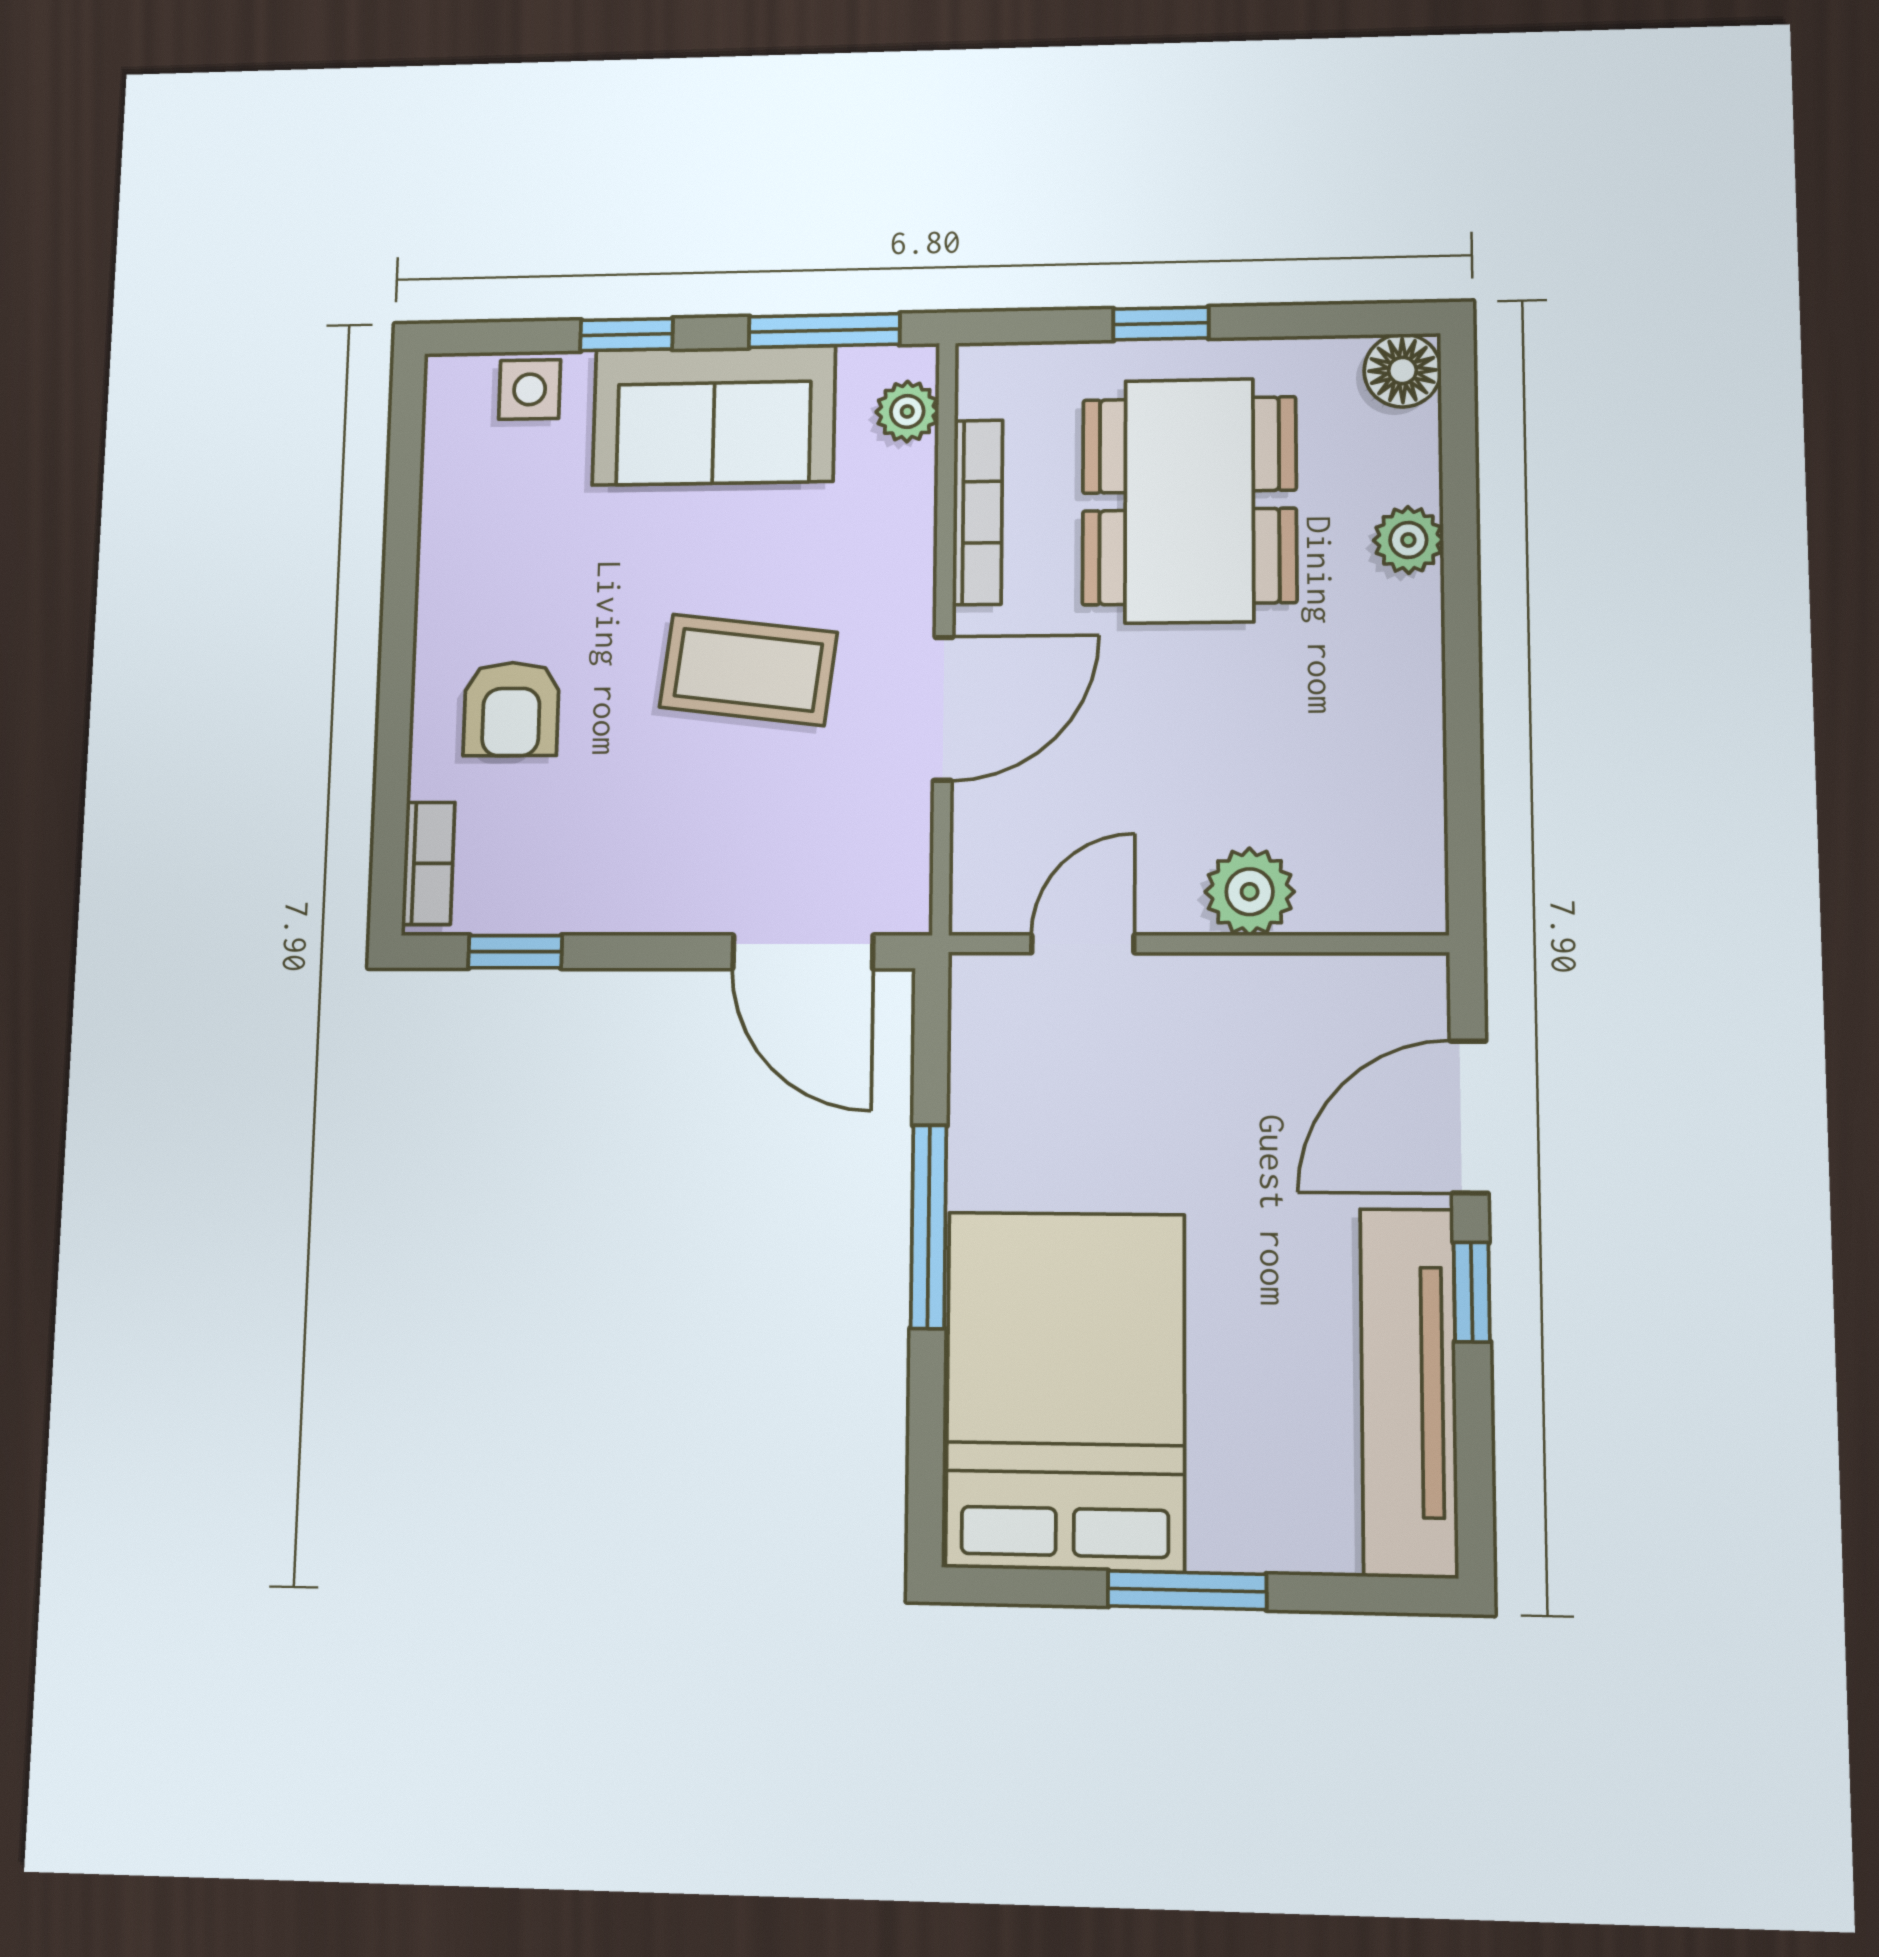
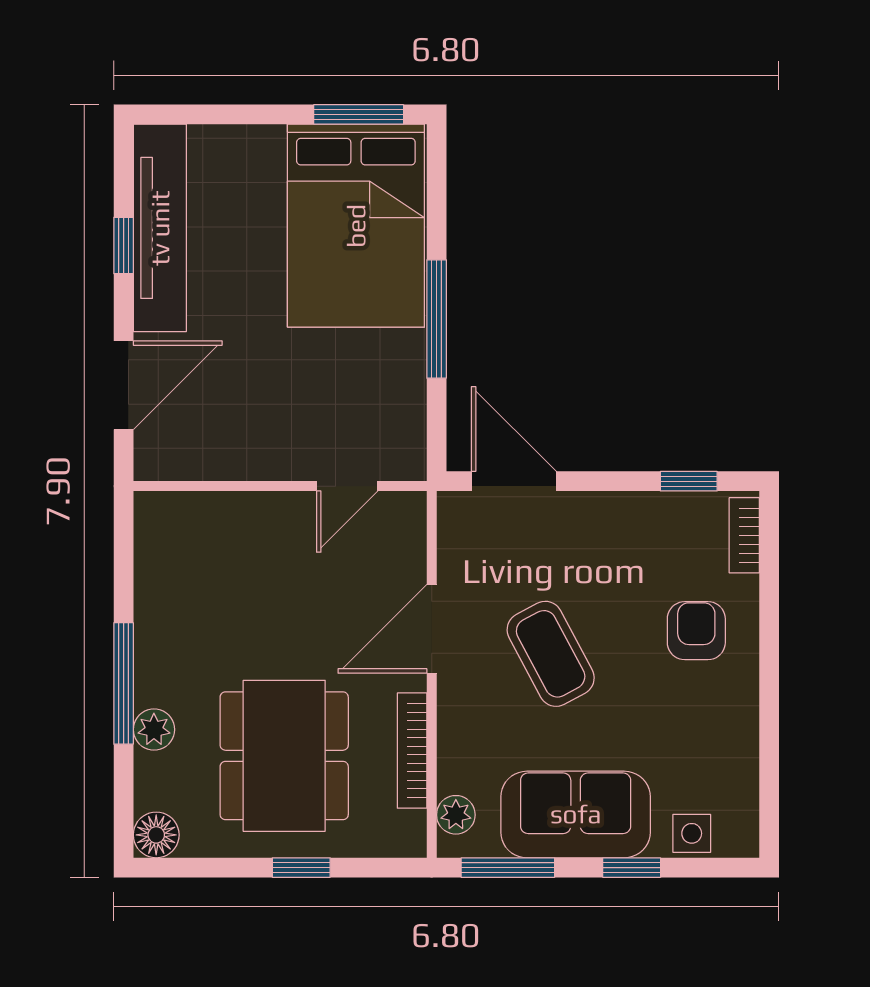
window: (1461, 615) -> (124, 683), added
coffee table: (748, 670) -> (551, 654), turned 55
plant: (1250, 892) -> (249, 517), removed
window: (1472, 1292) -> (124, 245), moved
window: (1187, 1590) -> (359, 114), moved

